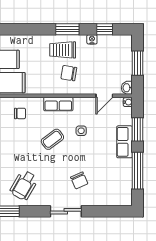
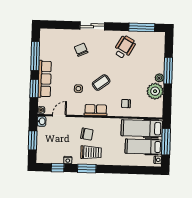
row of seats: (124, 142) -> (45, 79), width x1.48

